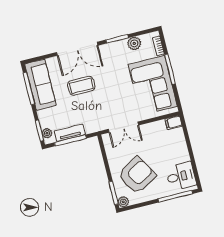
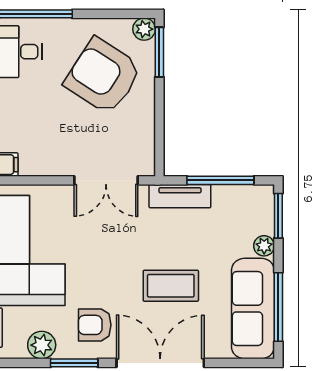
armchair: (112, 59) -> (95, 325), added
double door: (123, 127) -> (106, 180), swing flipped
plant: (47, 133) -> (264, 246), moved
tv unit: (70, 133) -> (180, 196), moved
armchair: (137, 175) -> (103, 76), turned 63

